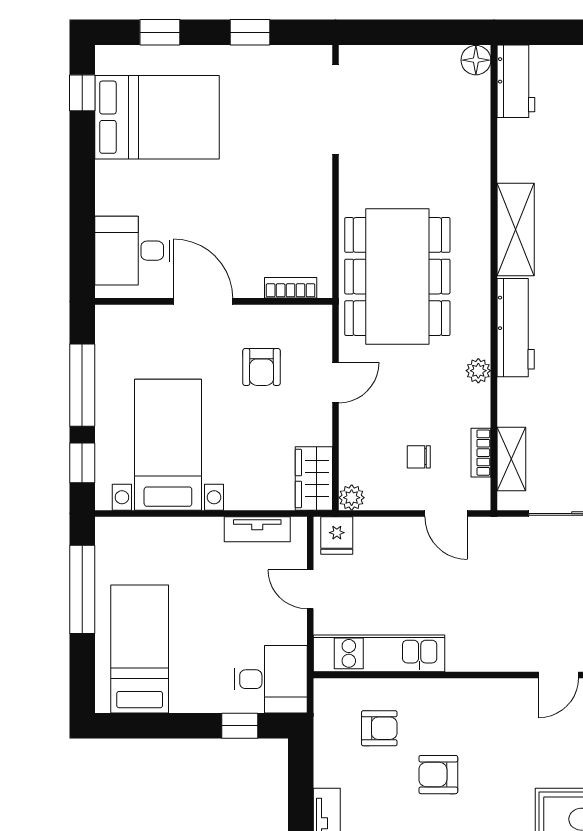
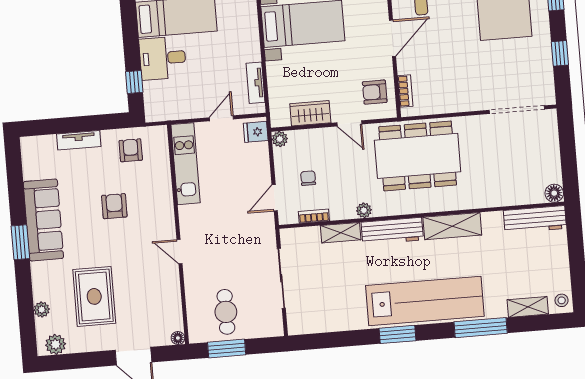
workbench: (516, 81) -> (535, 219), width x1.38
armchair: (262, 367) -> (375, 92), moved
shelving: (511, 459) -> (341, 233), moved
wardrobe: (314, 479) -> (310, 113), moved
door: (559, 675) -> (179, 252), moved
desk: (271, 679) -> (163, 58), moved, turned 90
armchair: (379, 728) -> (131, 150), moved, turned 180

